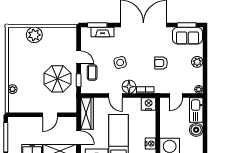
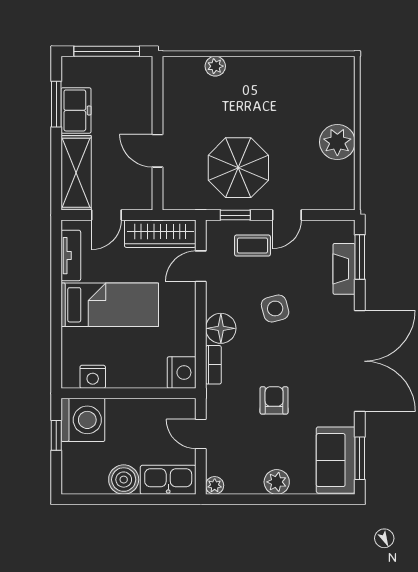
plant: (34, 35) -> (337, 142), moved
door: (115, 96) -> (201, 266), moved

